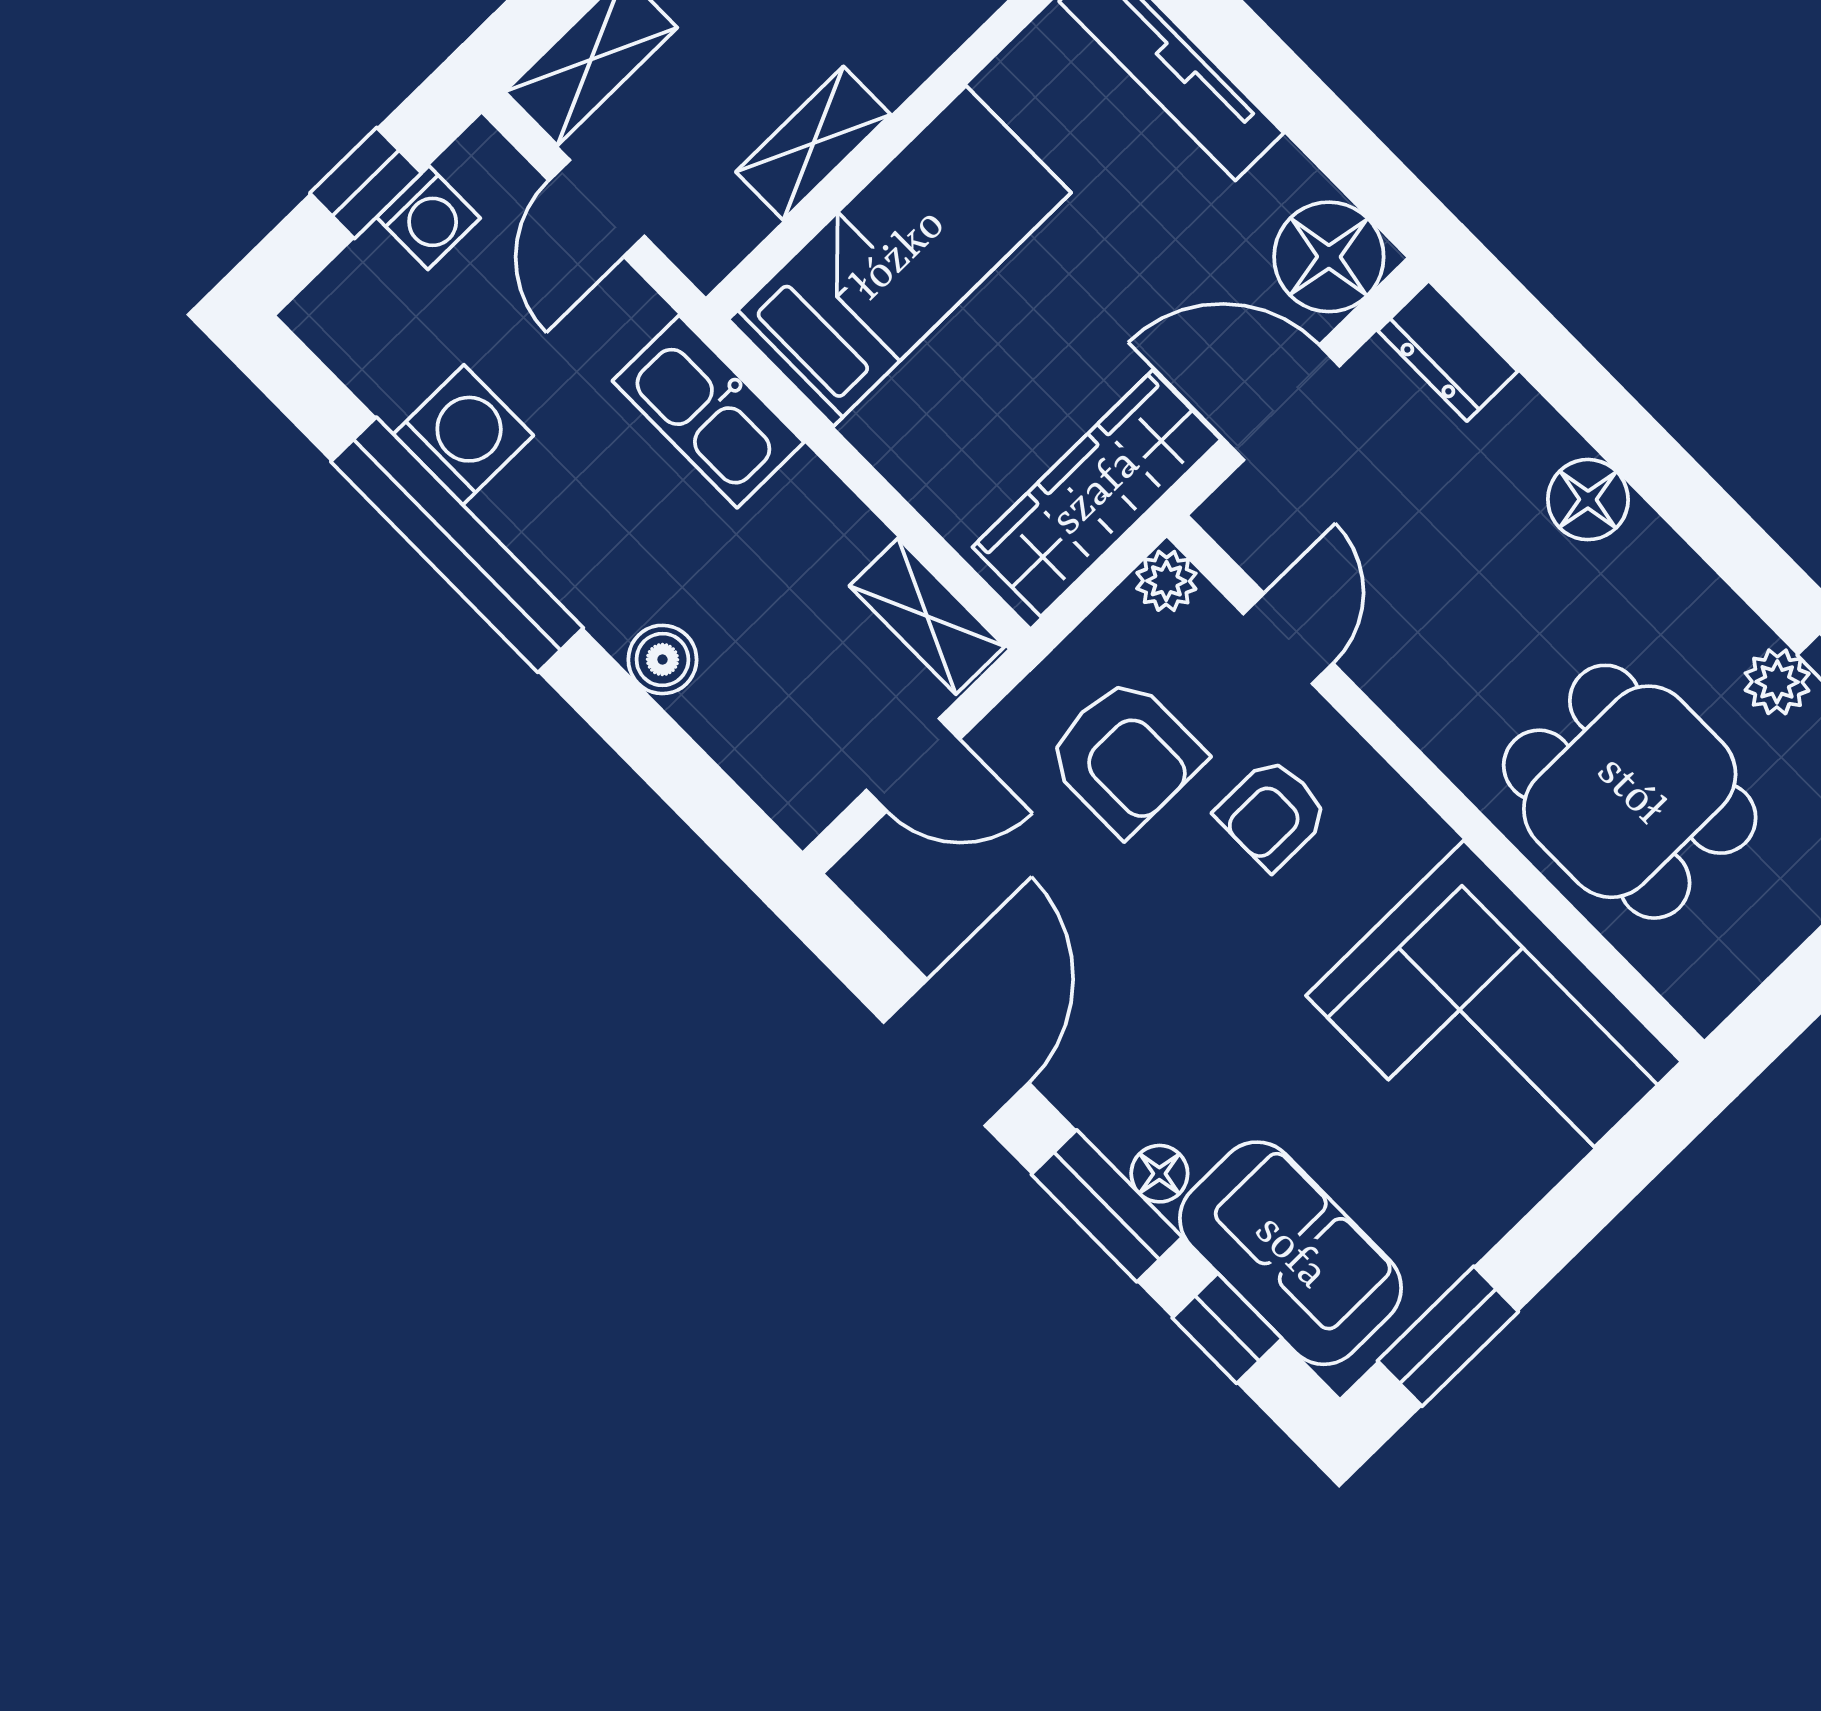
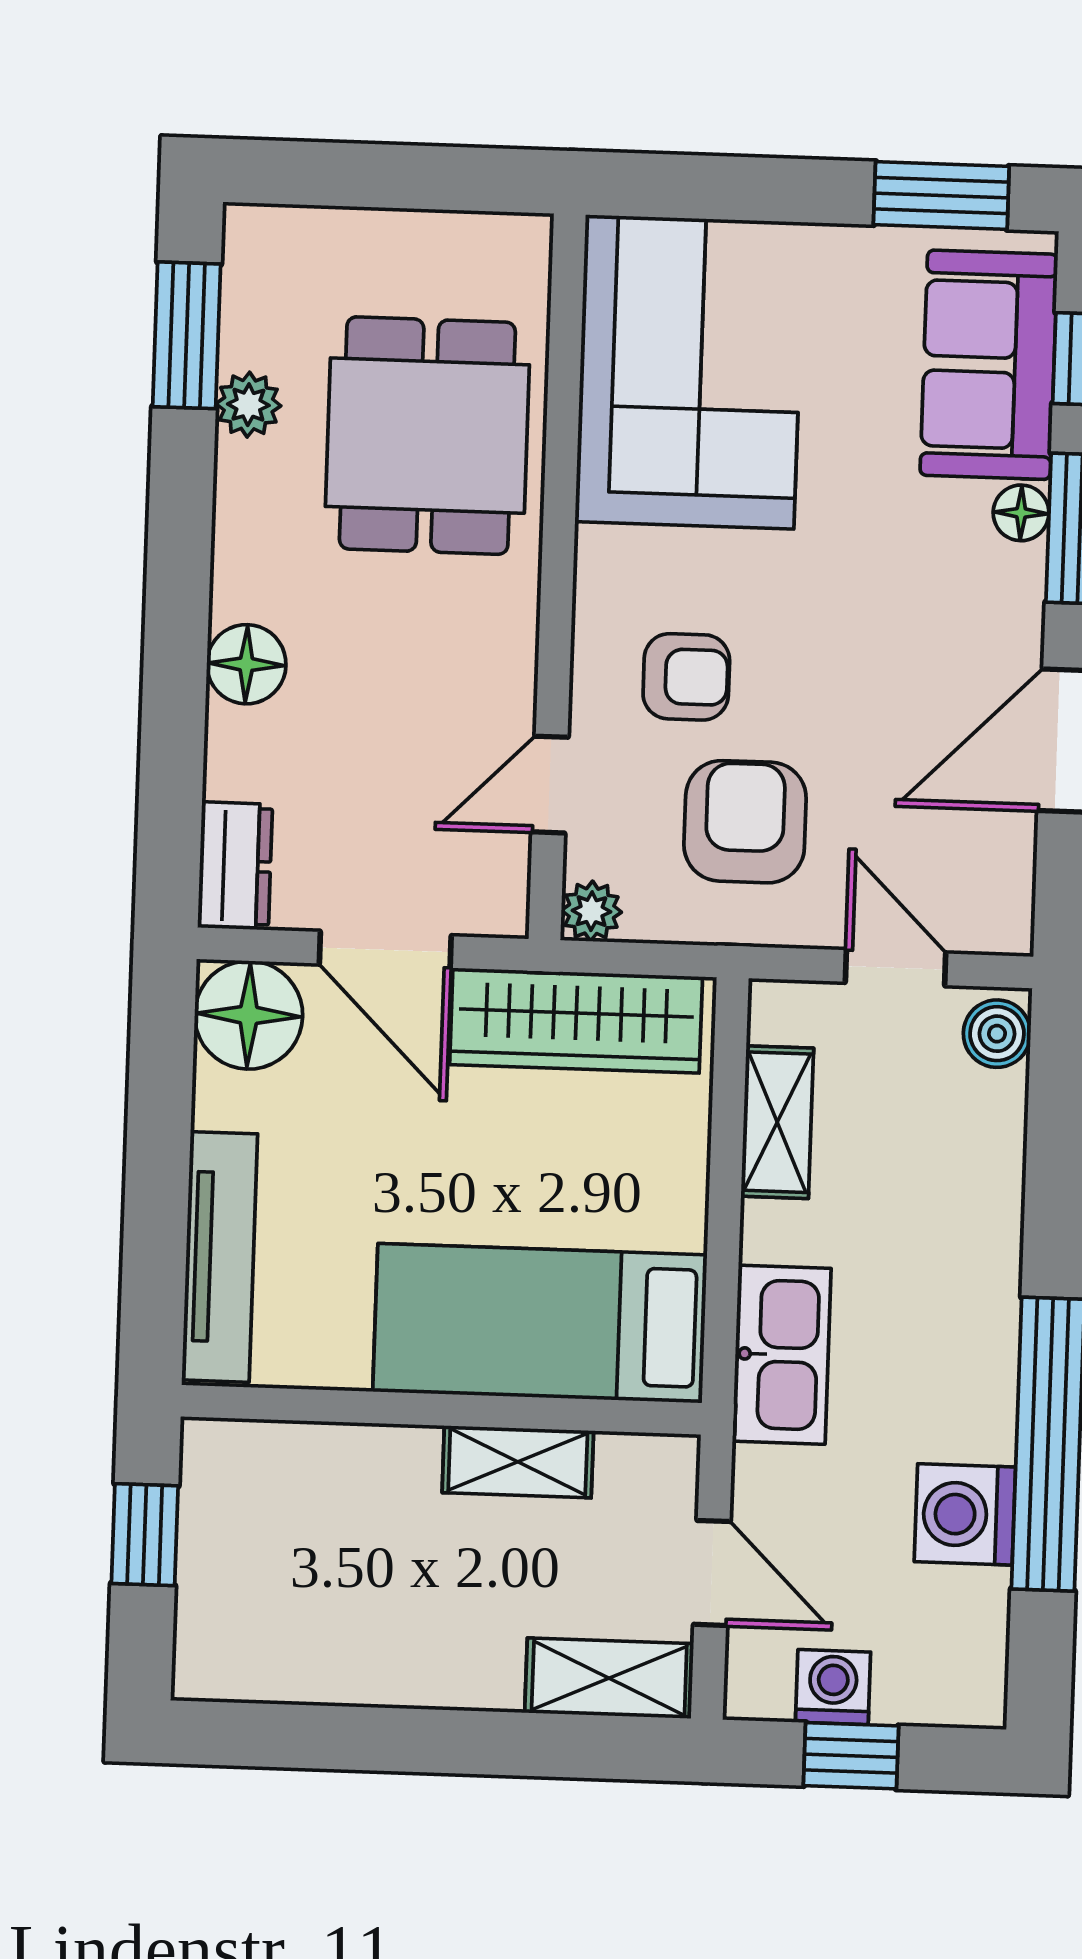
door: (597, 208) -> (712, 1573), hinge flipped
shelving: (927, 616) -> (777, 1122), moved
boiler: (662, 659) -> (997, 1034), moved

